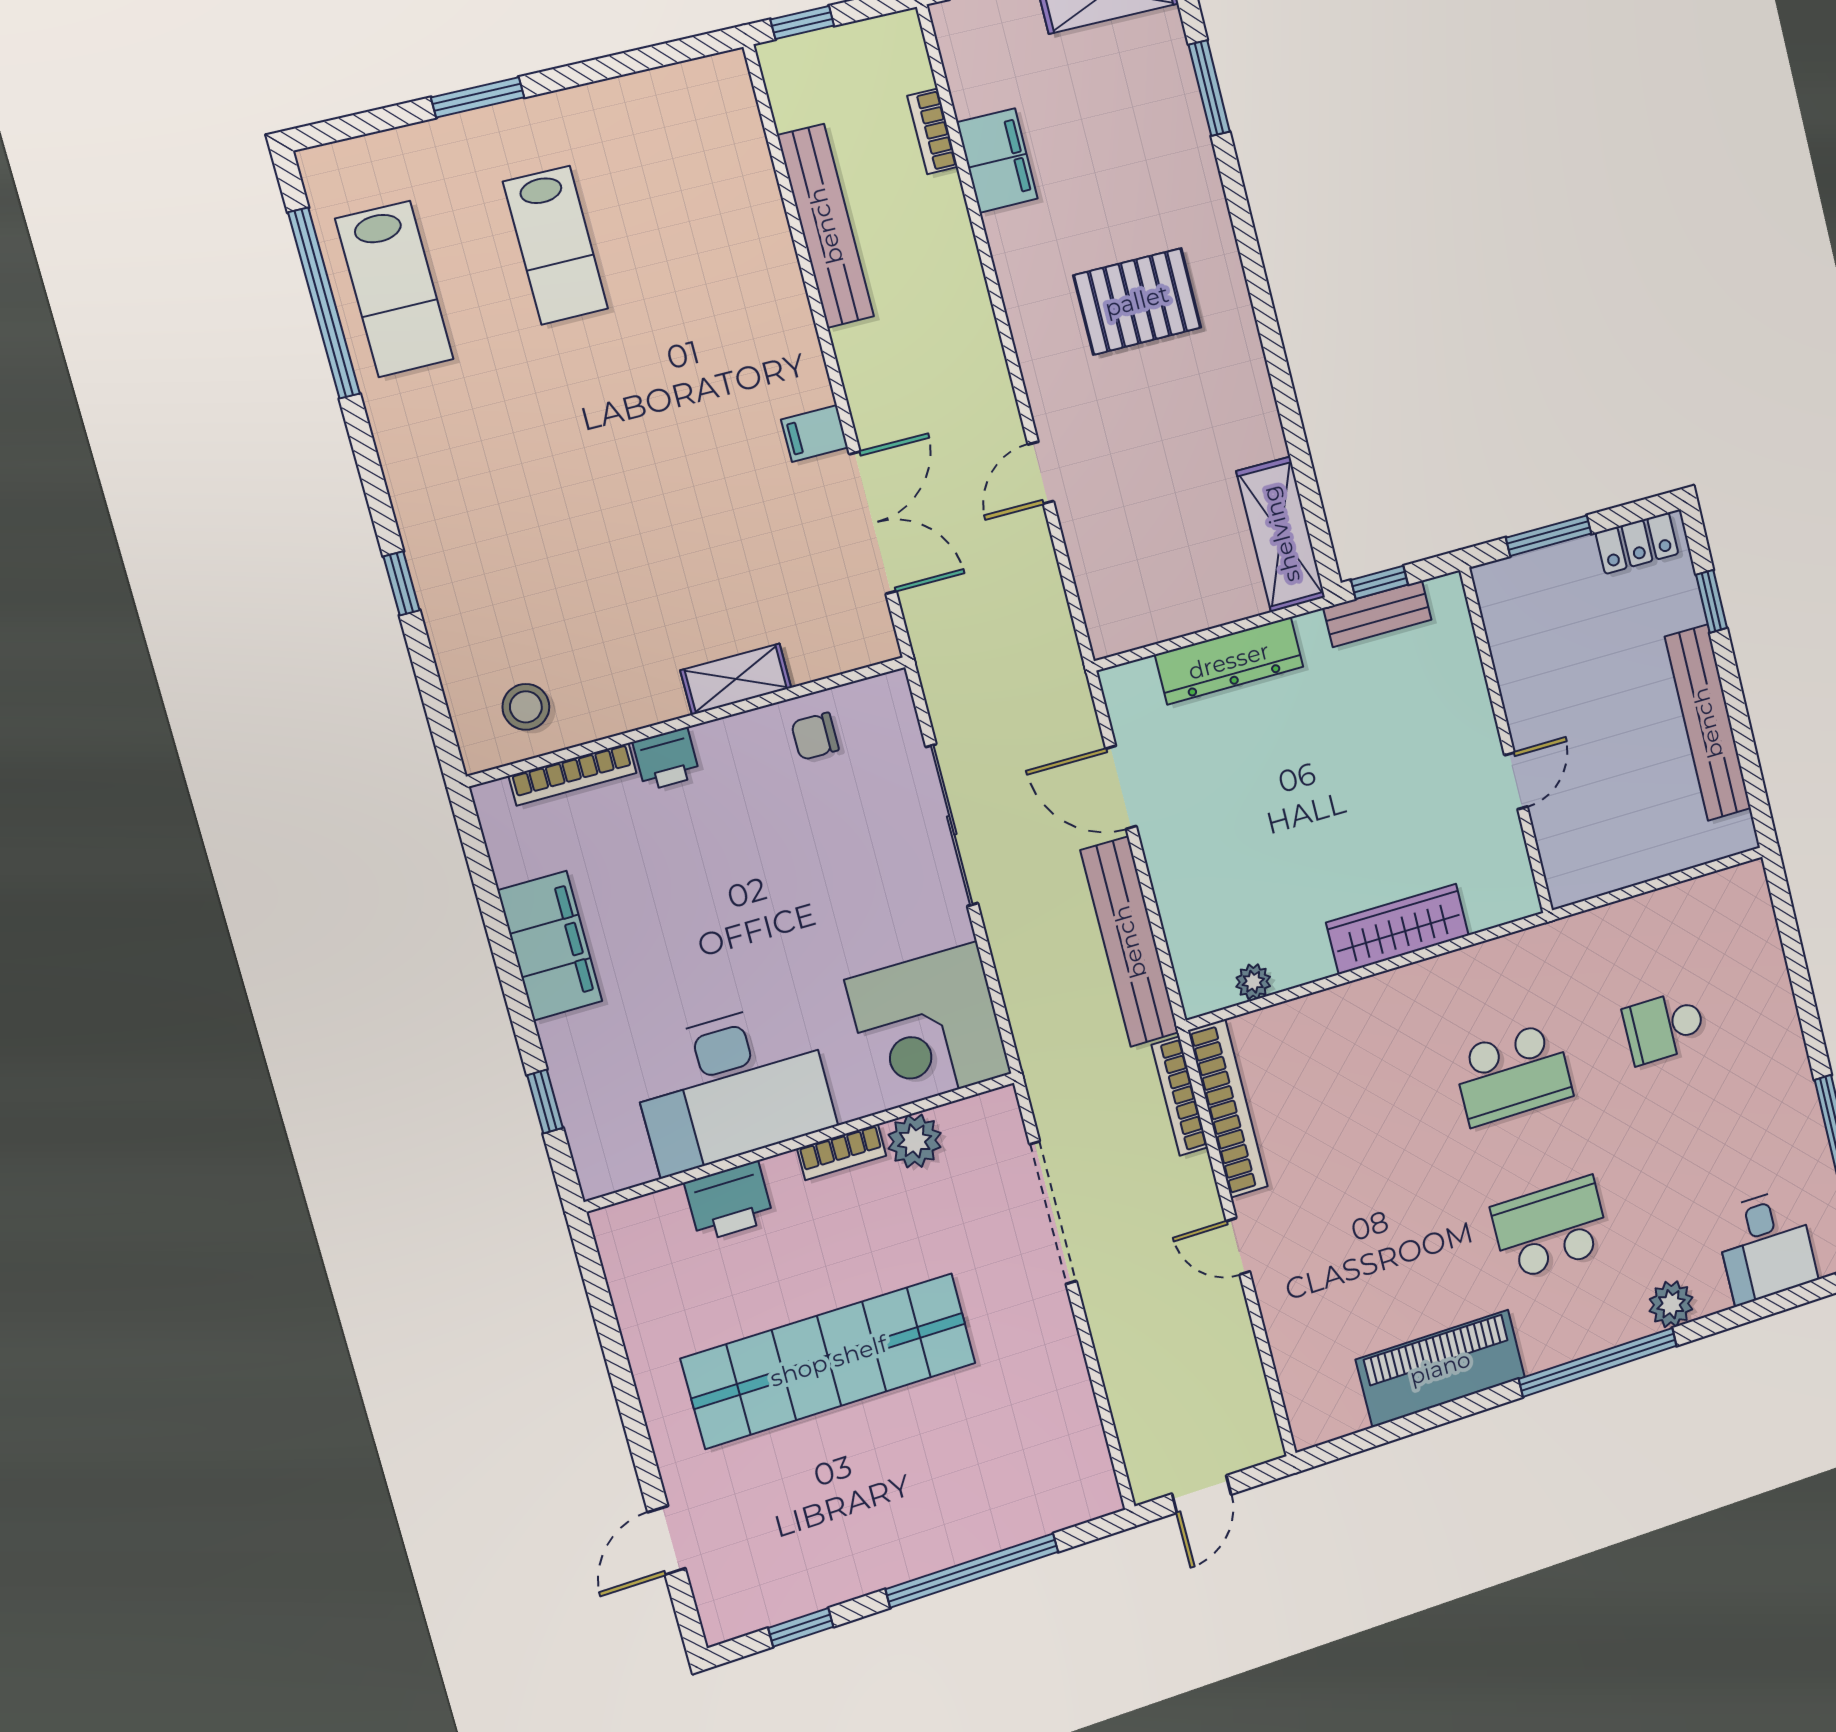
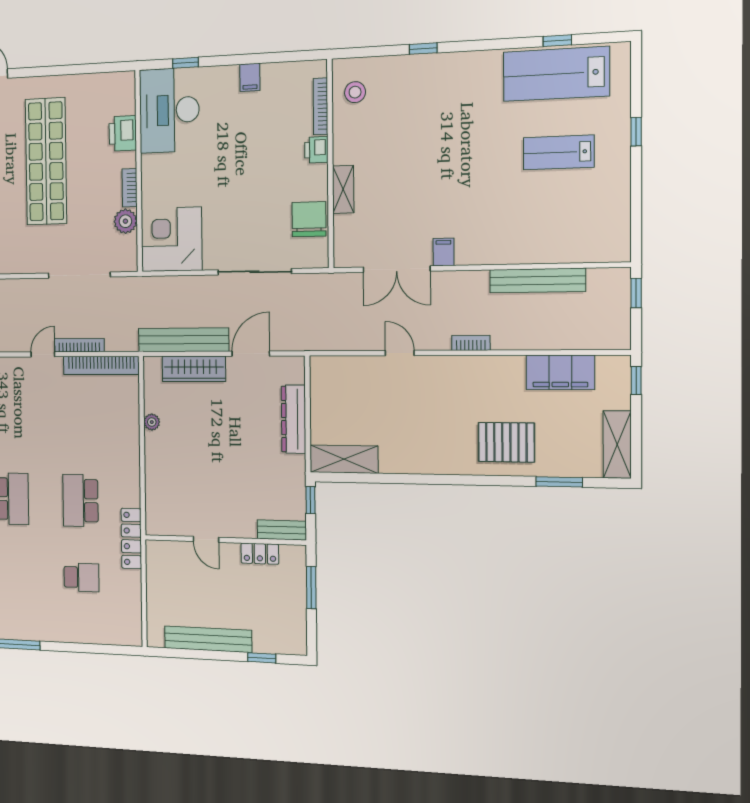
window: (478, 97) -> (636, 132), width x0.67
bookcase: (932, 131) -> (471, 343), moved
filing cabinet: (997, 161) -> (560, 372), width x1.50, depth x1.17
lab bench: (394, 289) -> (556, 74), width x1.36, depth x1.39
pallet: (1137, 301) -> (506, 442), moved, turned 90
window: (324, 303) -> (557, 41), width x0.32
locker: (1637, 543) -> (260, 554), moved, turned -90
bench: (1377, 614) -> (282, 530), moved, turned 90
chair: (815, 736) -> (309, 219), width x1.87, depth x1.87
wardrobe: (1398, 929) -> (194, 369), moved, turned 90
locker: (1558, 941) -> (131, 538), added
filing cabinet: (550, 946) -> (250, 77), width x0.33, depth x0.86
plant: (1253, 982) -> (152, 422), moved
school desk: (1664, 1027) -> (82, 577), turned 90
desk: (732, 1086) -> (169, 110), moved
bookcase: (1180, 1096) -> (79, 345), moved

